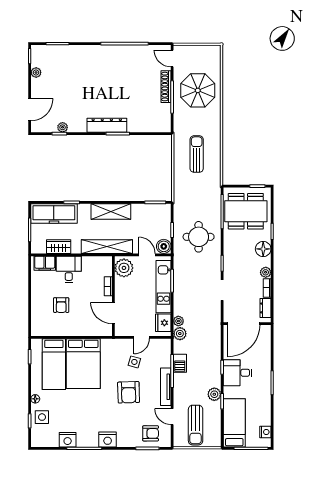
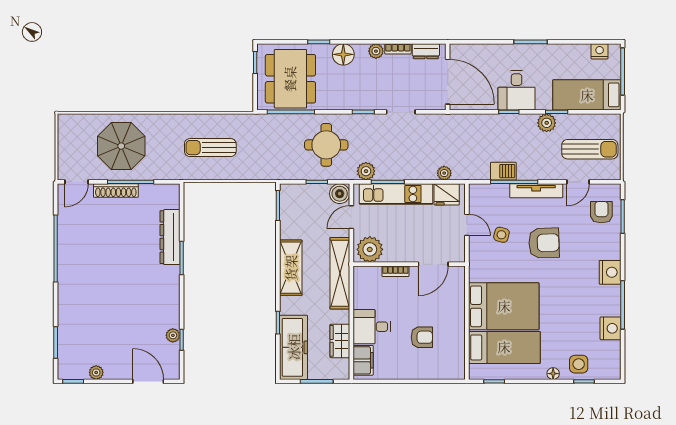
dresser: (107, 125) -> (170, 237), moved
plant: (180, 334) -> (366, 171), moved

